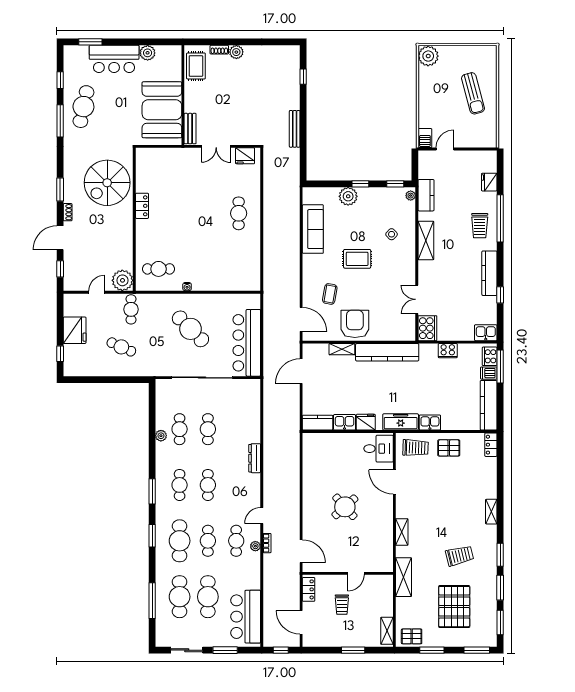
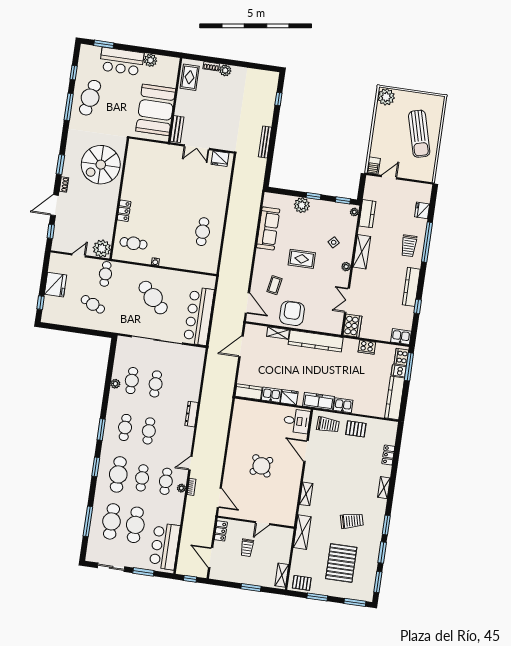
sun lounger: (473, 93) -> (419, 134), width x1.36, depth x1.34
locker: (142, 206) -> (124, 211), moved
cafe table: (239, 213) -> (203, 232), moved
plant: (410, 260) -> (346, 267), added
locker: (491, 445) -> (388, 455), moved

